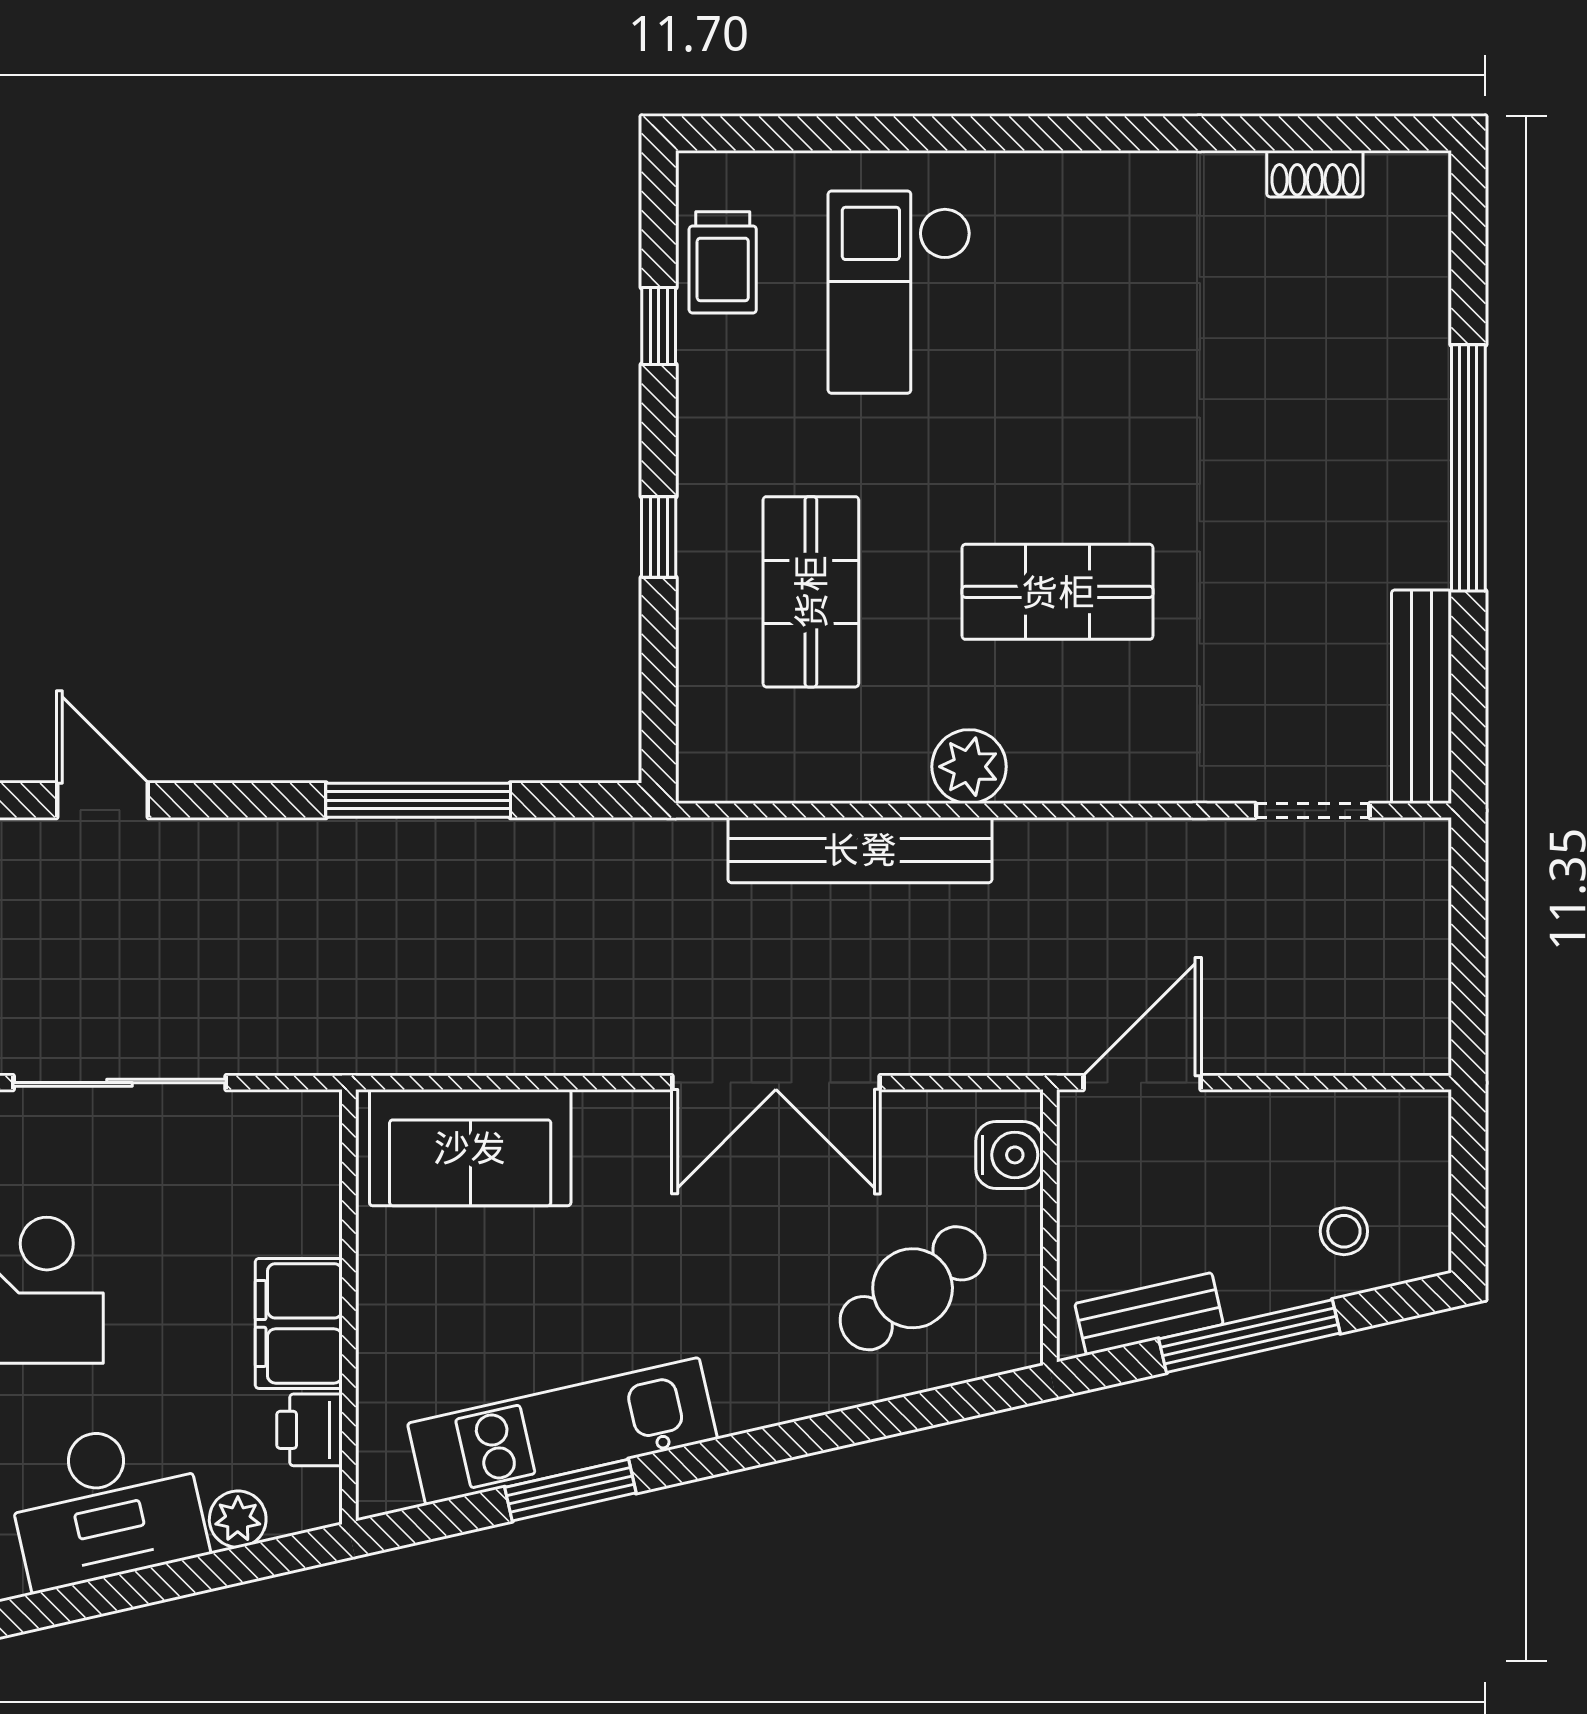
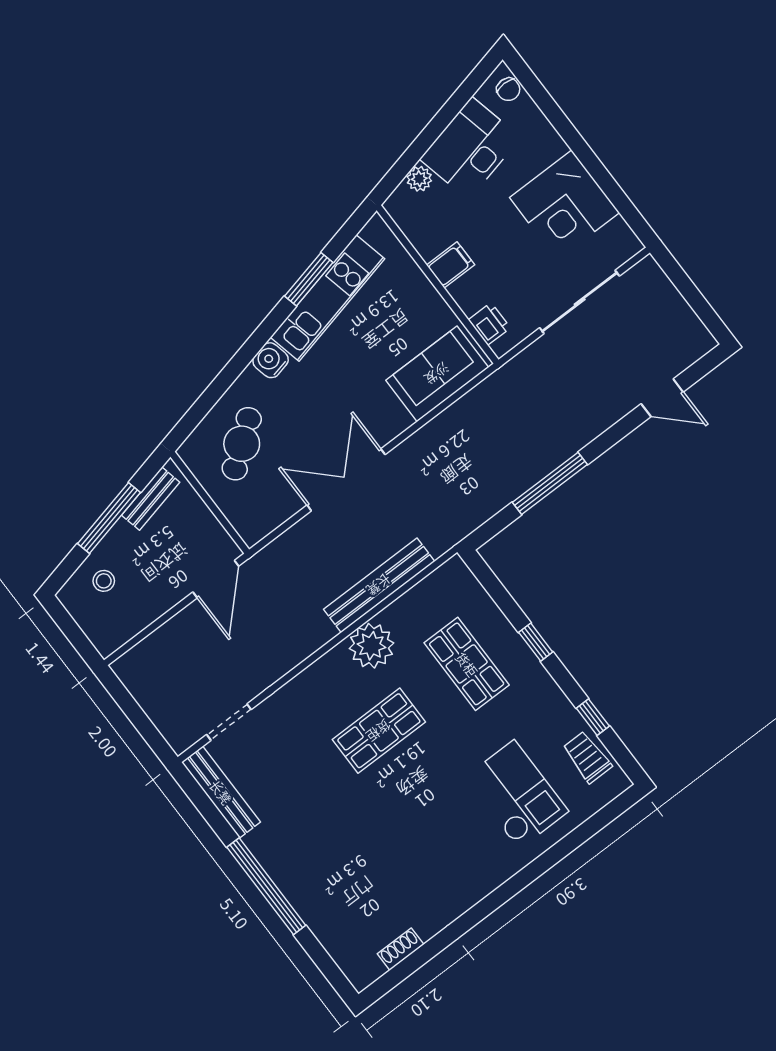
plant: (969, 767) -> (371, 646), width x1.36, depth x1.36
water cooler: (1009, 1155) -> (271, 360), moved, turned 77
filing cabinet: (299, 1323) -> (451, 265), width x0.50
printer: (309, 1430) -> (489, 324), moved

